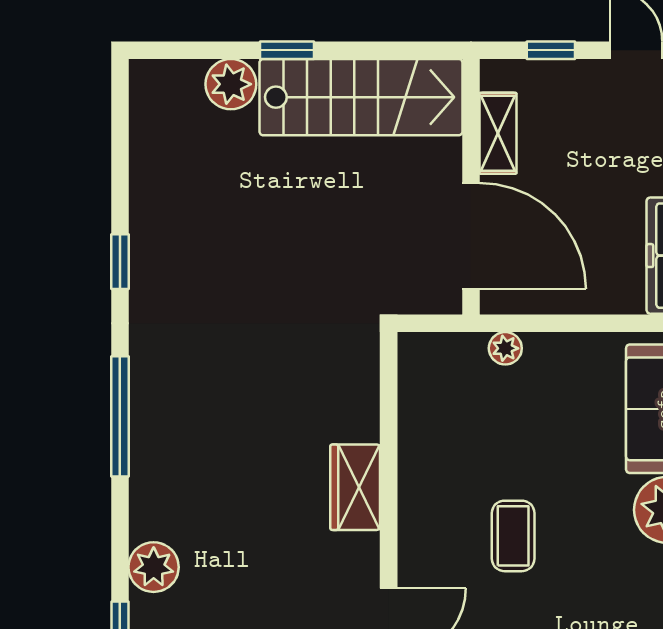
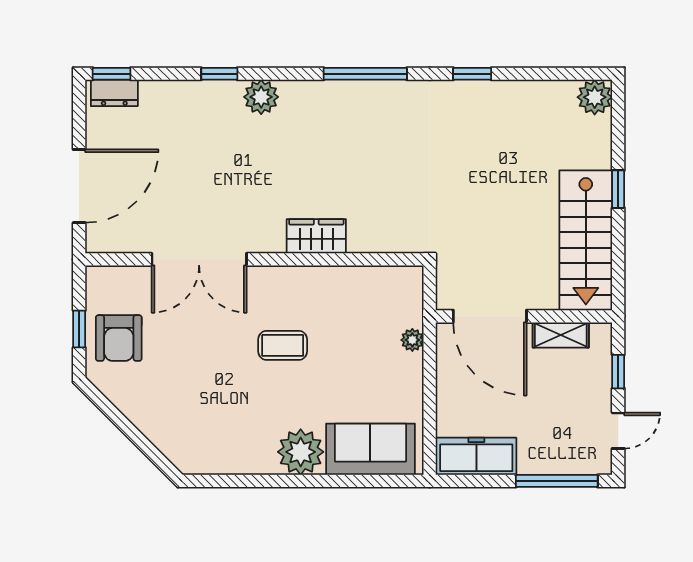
plant: (231, 84) -> (595, 97), moved
door: (471, 236) -> (490, 316), hinge flipped

